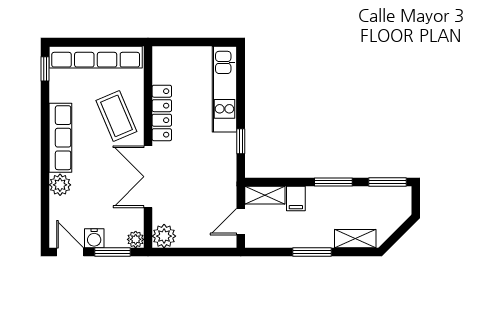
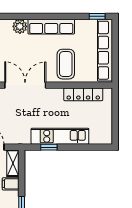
kitchen unit: (224, 89) -> (60, 136), moved
locker: (162, 113) -> (83, 94), moved
coffee table: (116, 116) -> (66, 64), turned -67

